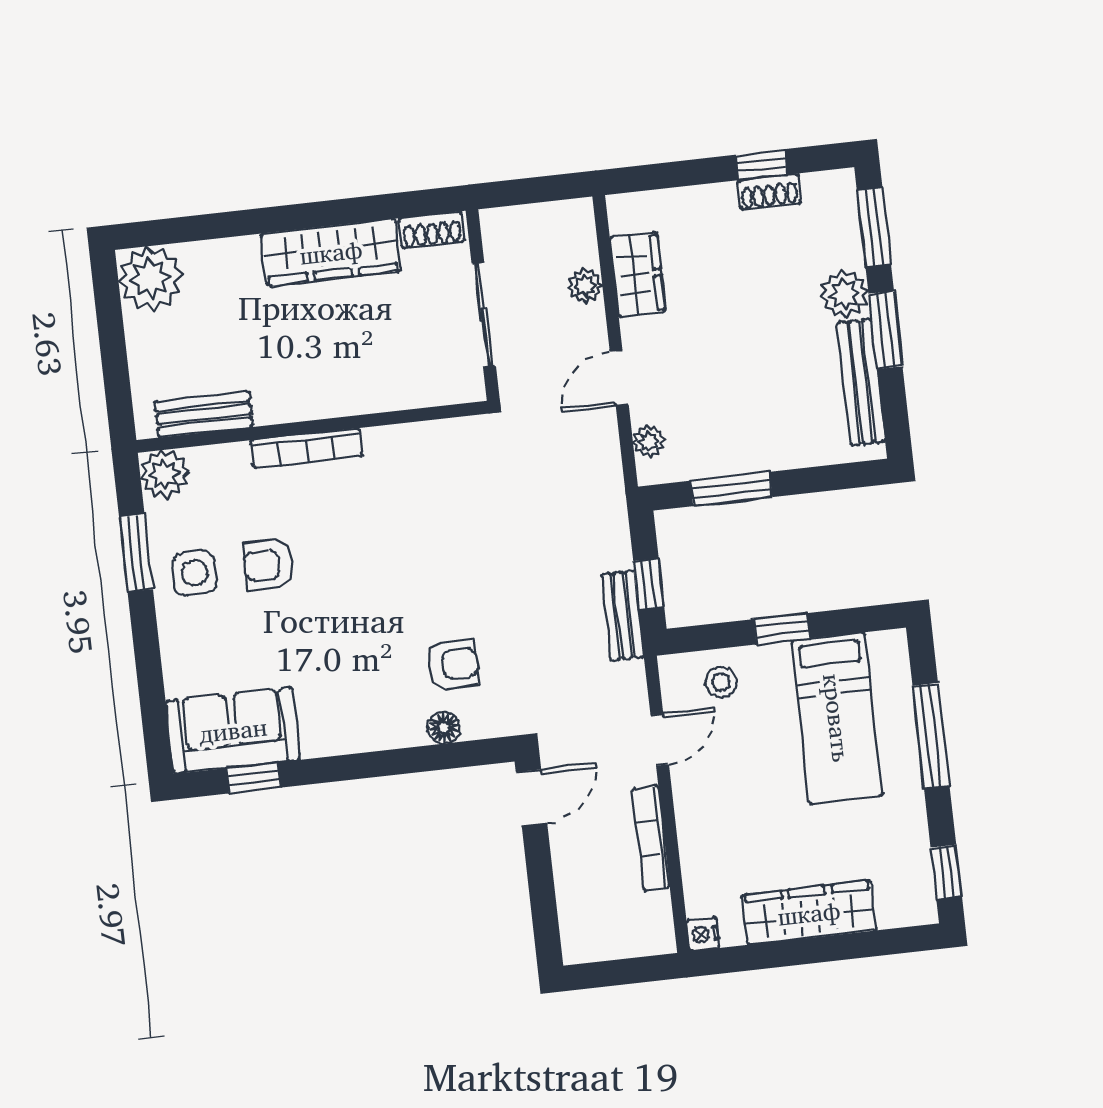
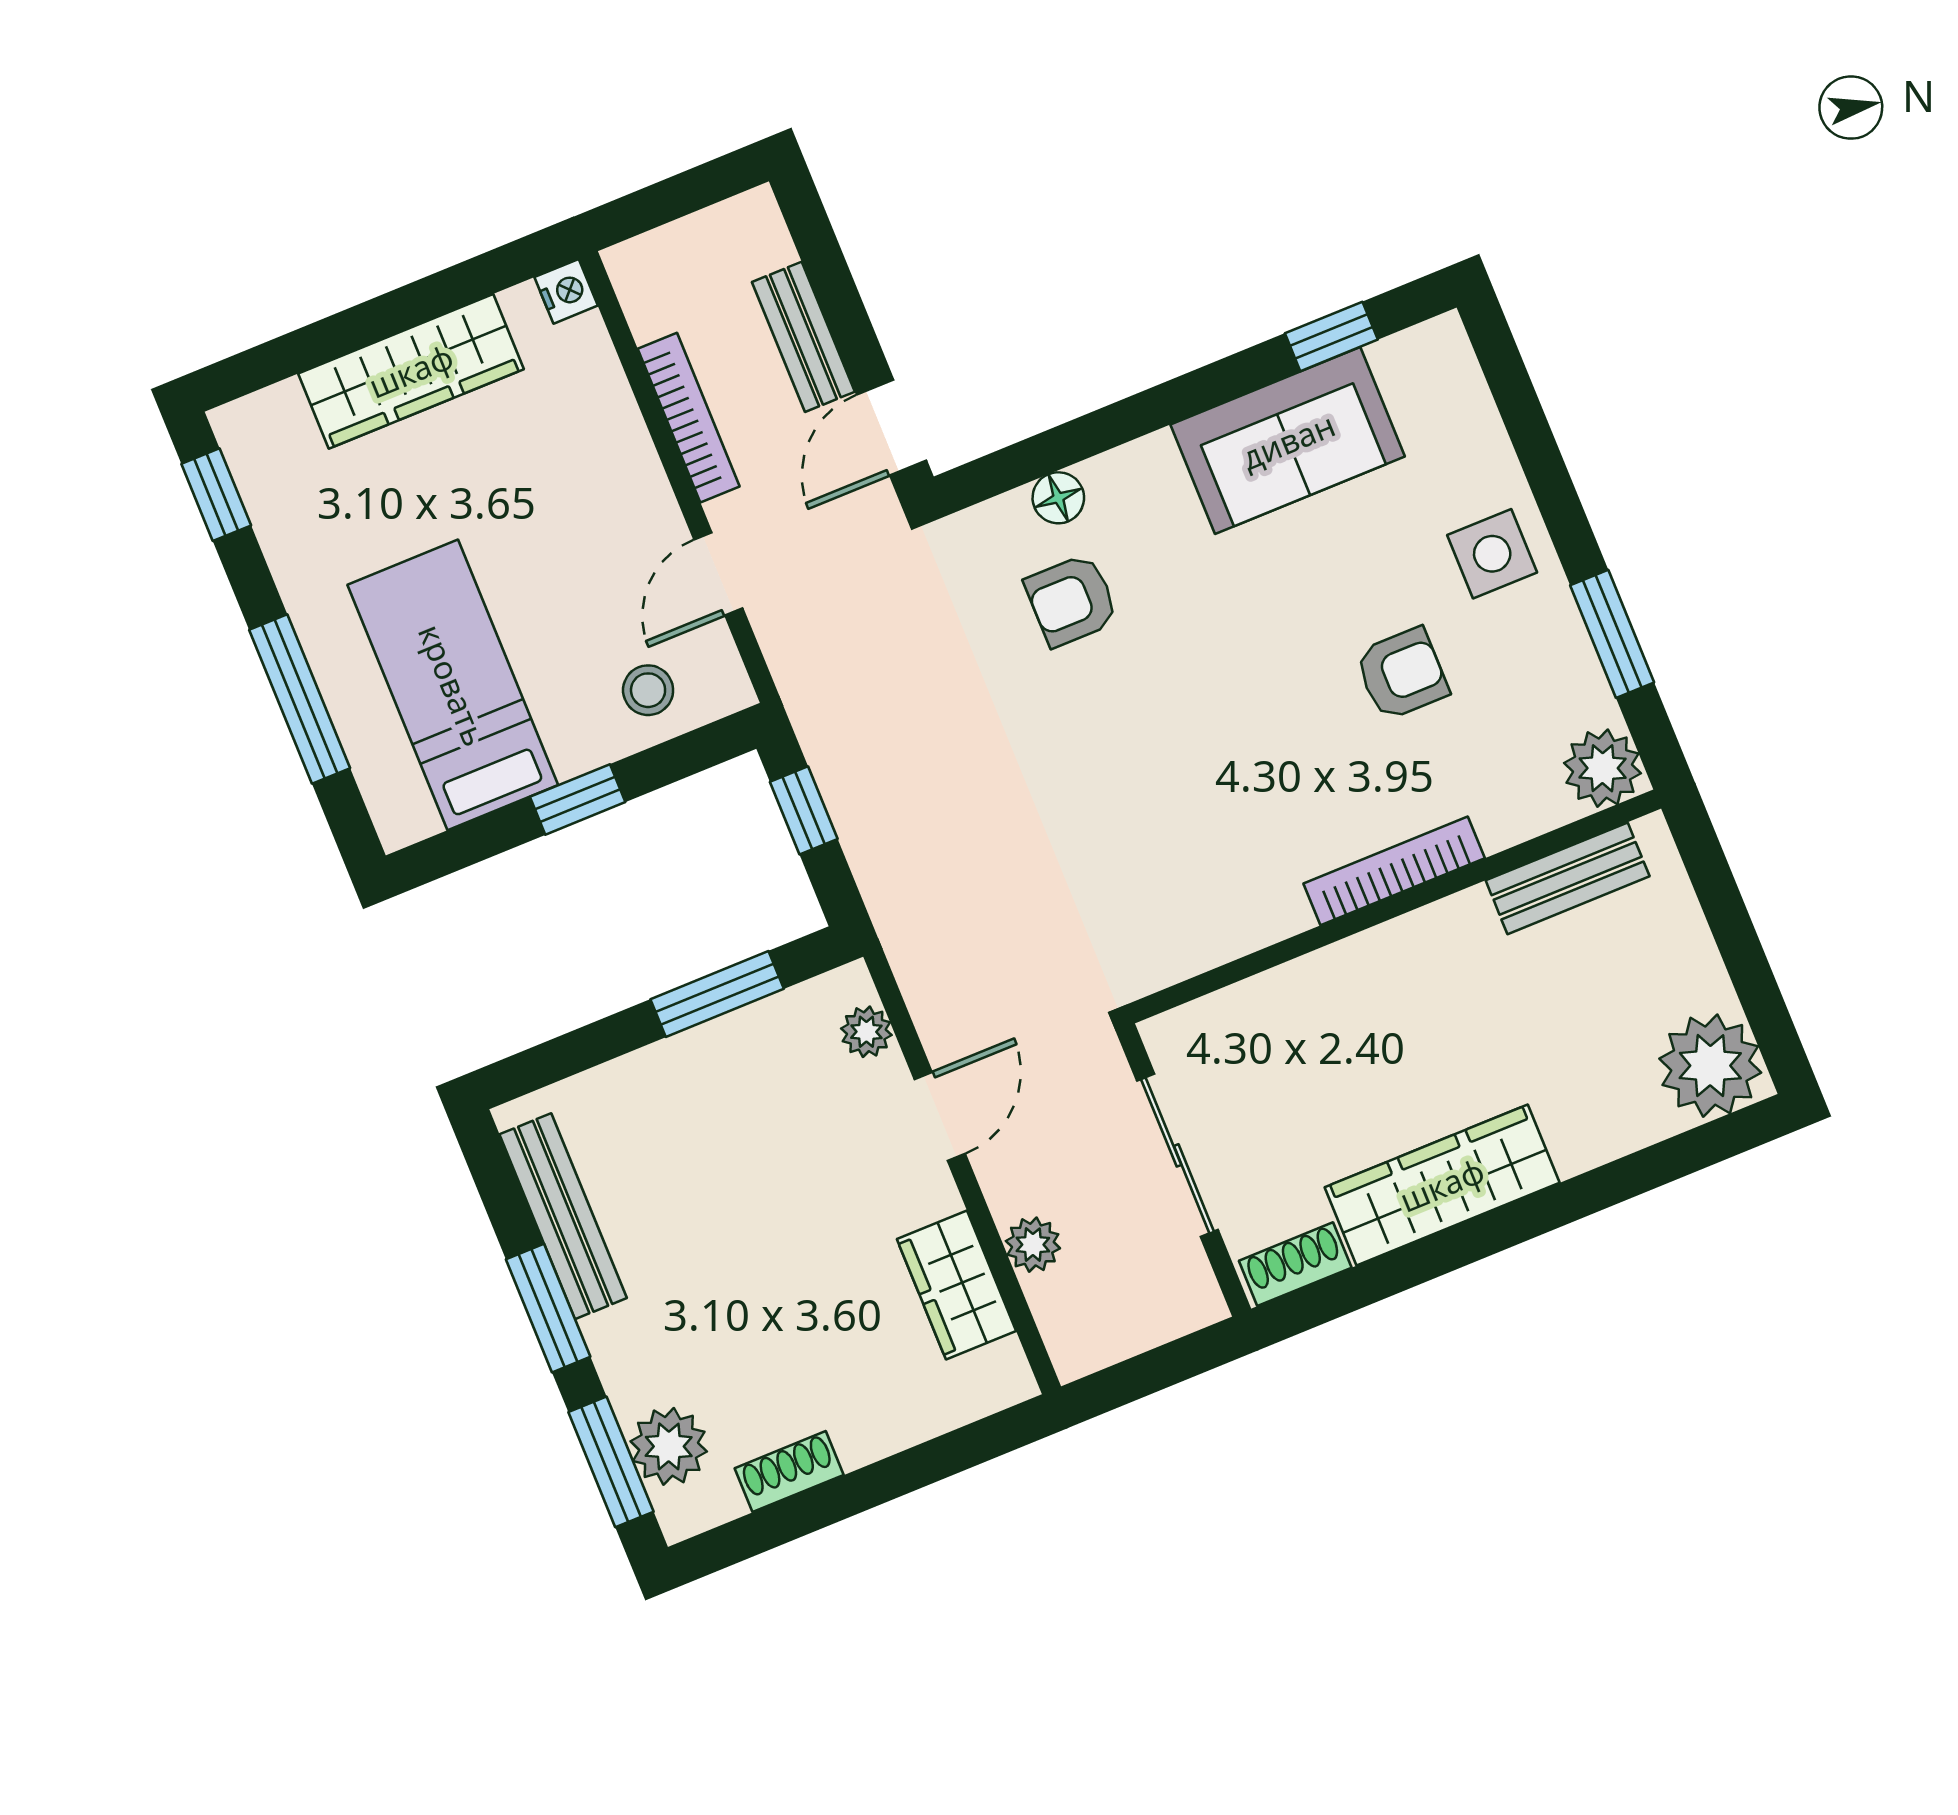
window: (762, 165) -> (812, 1510), removed
plant: (844, 294) -> (669, 1446), moved
side table: (195, 573) -> (1492, 554), moved
bench: (623, 615) -> (803, 337), moved
sofa: (233, 730) -> (1288, 441), moved

